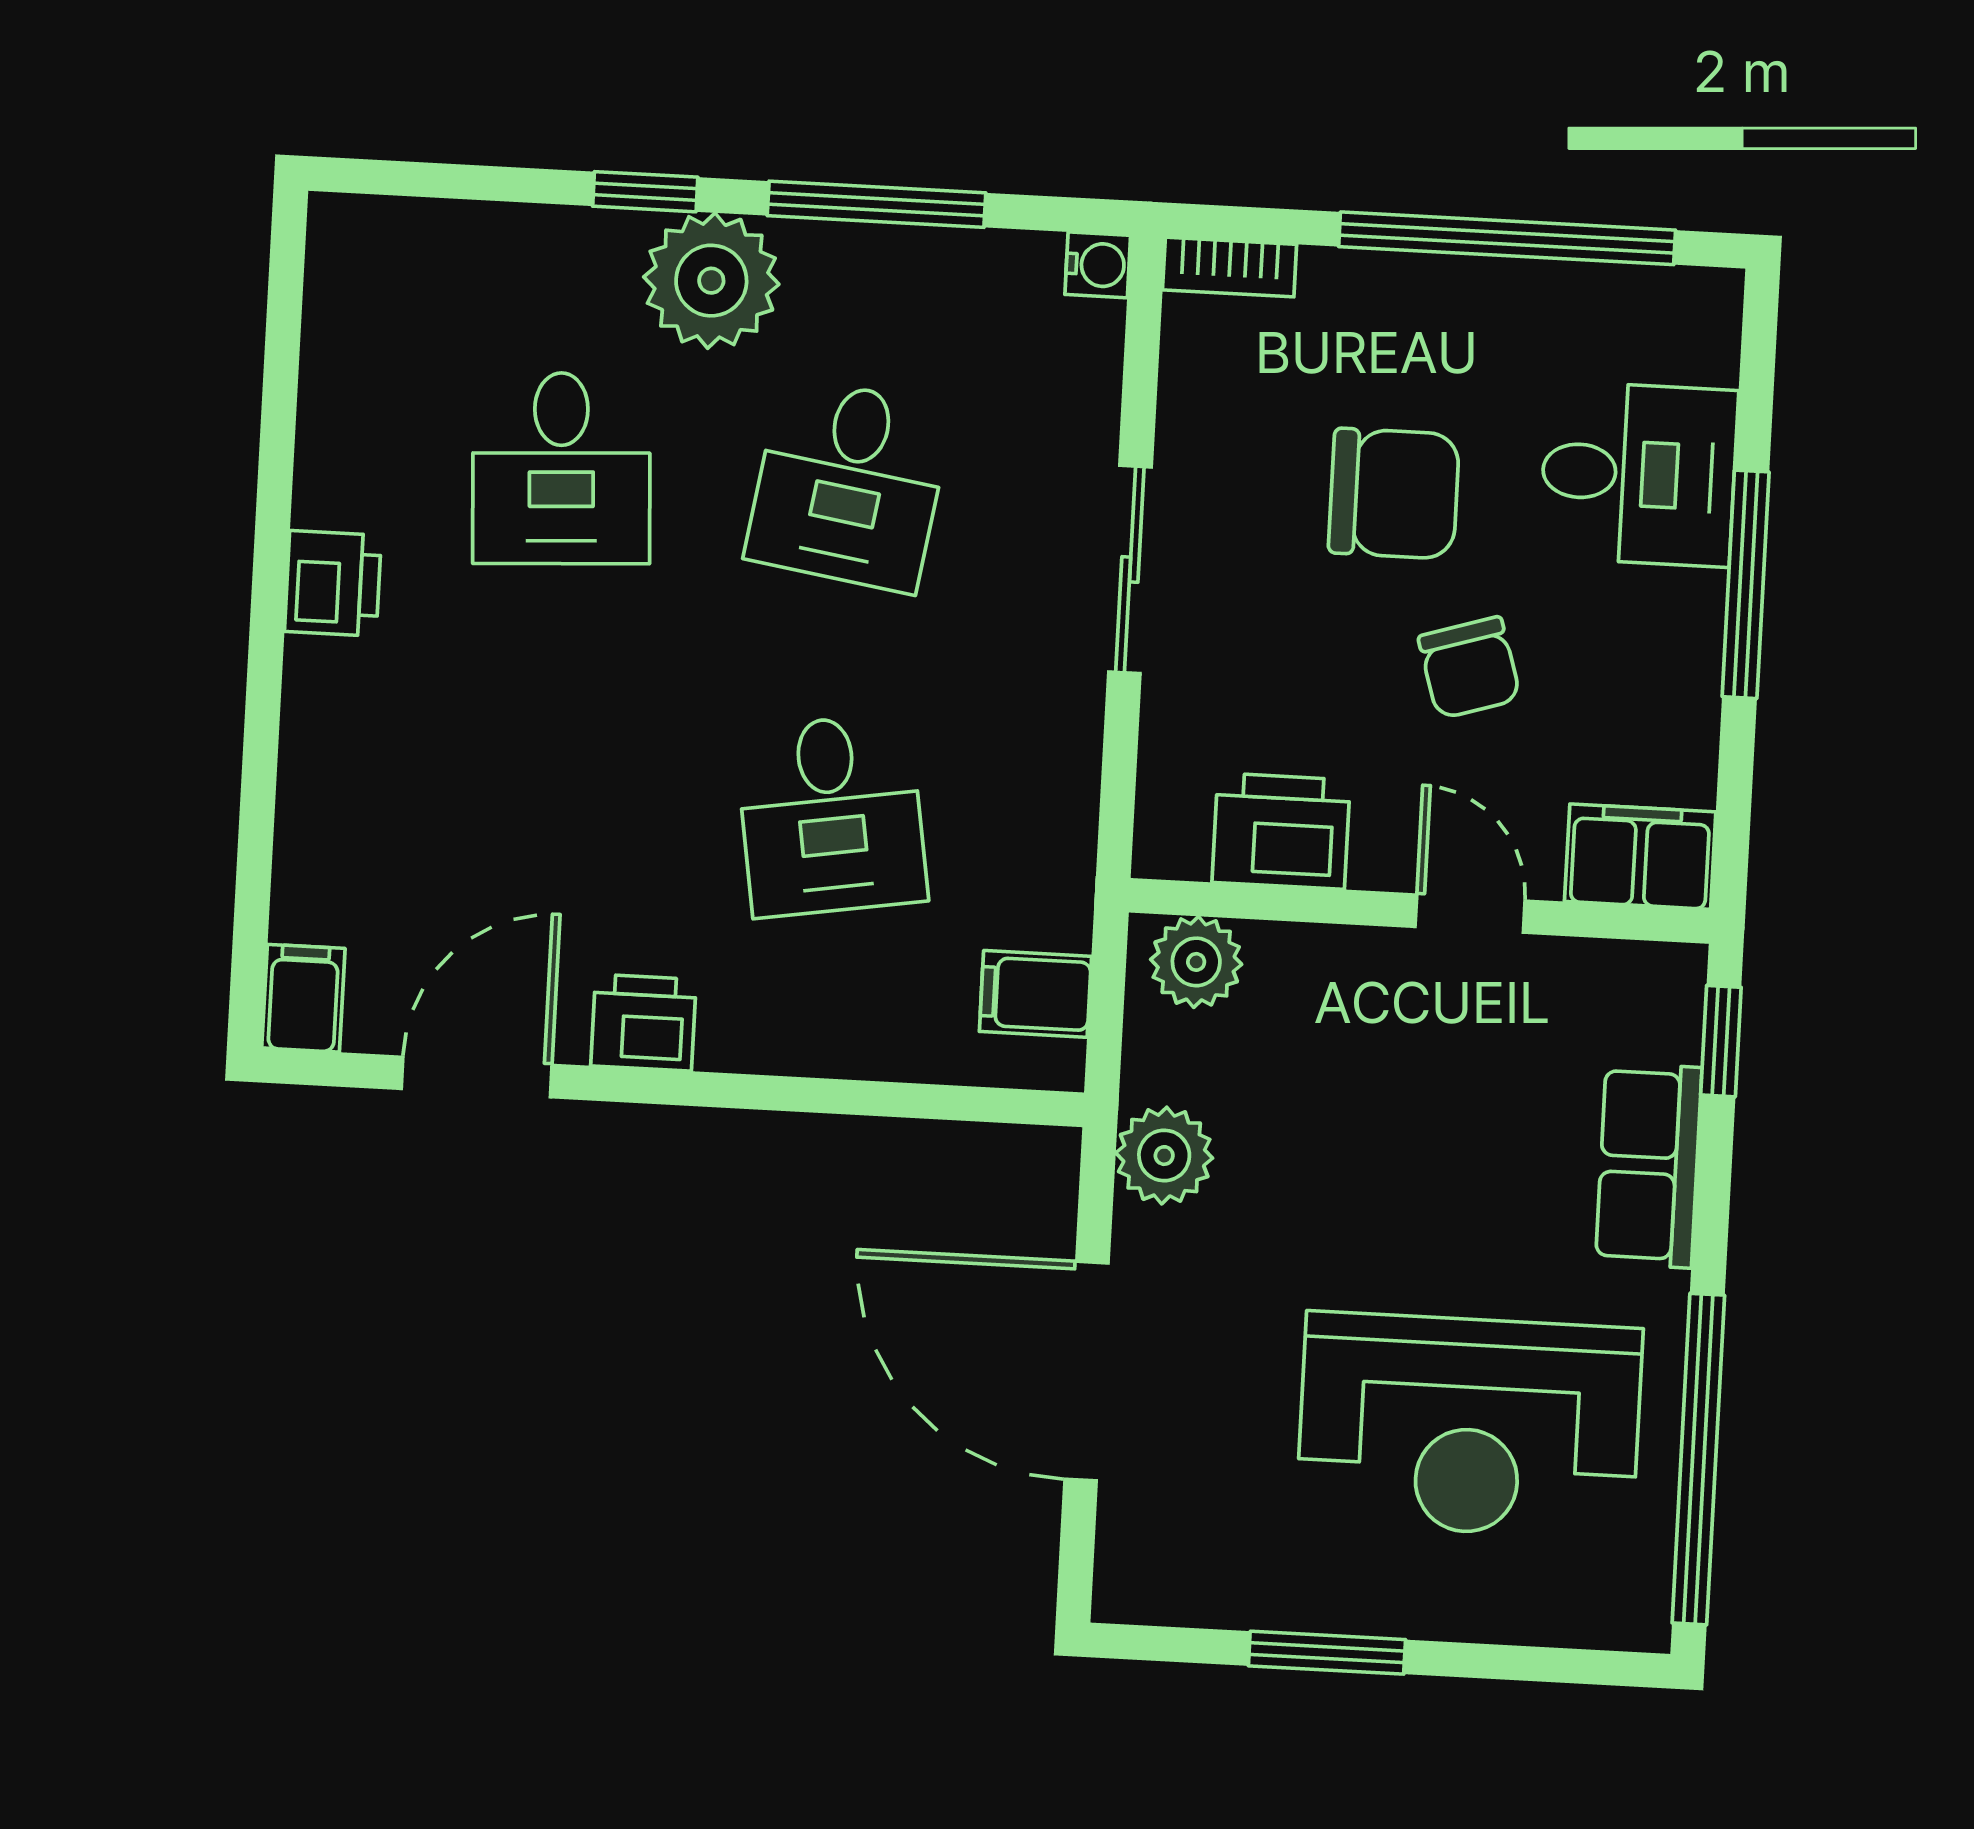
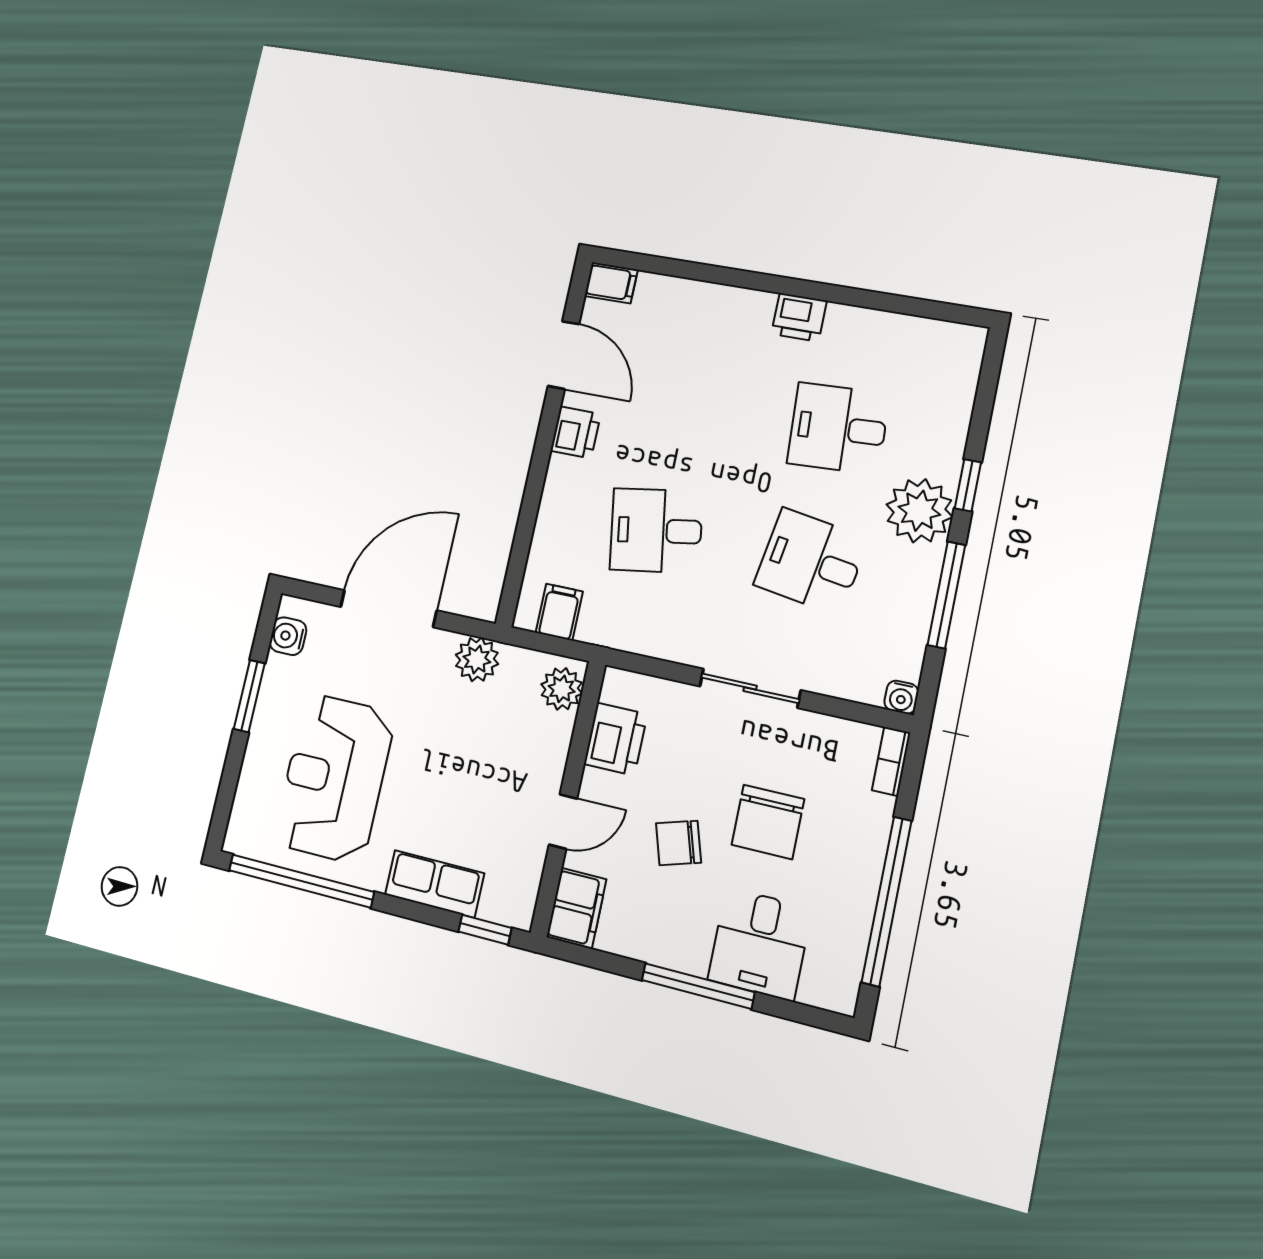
water cooler: (1182, 1588) -> (288, 636), added

